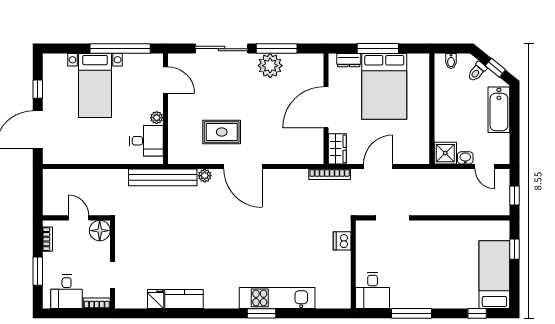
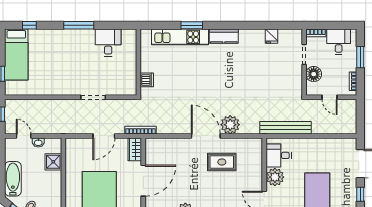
plant: (157, 118) -> (275, 177), width x1.87, depth x1.87
shower: (445, 153) -> (53, 162), moved
plant: (205, 176) -> (230, 125), width x1.87, depth x1.87
bench: (163, 177) -> (286, 128), moved
floor lamp: (100, 231) -> (314, 74), moved
dishwasher: (342, 241) -> (147, 80), moved
wall: (353, 264) -> (138, 62), moved
kitchen counter: (184, 299) -> (224, 36), moved

